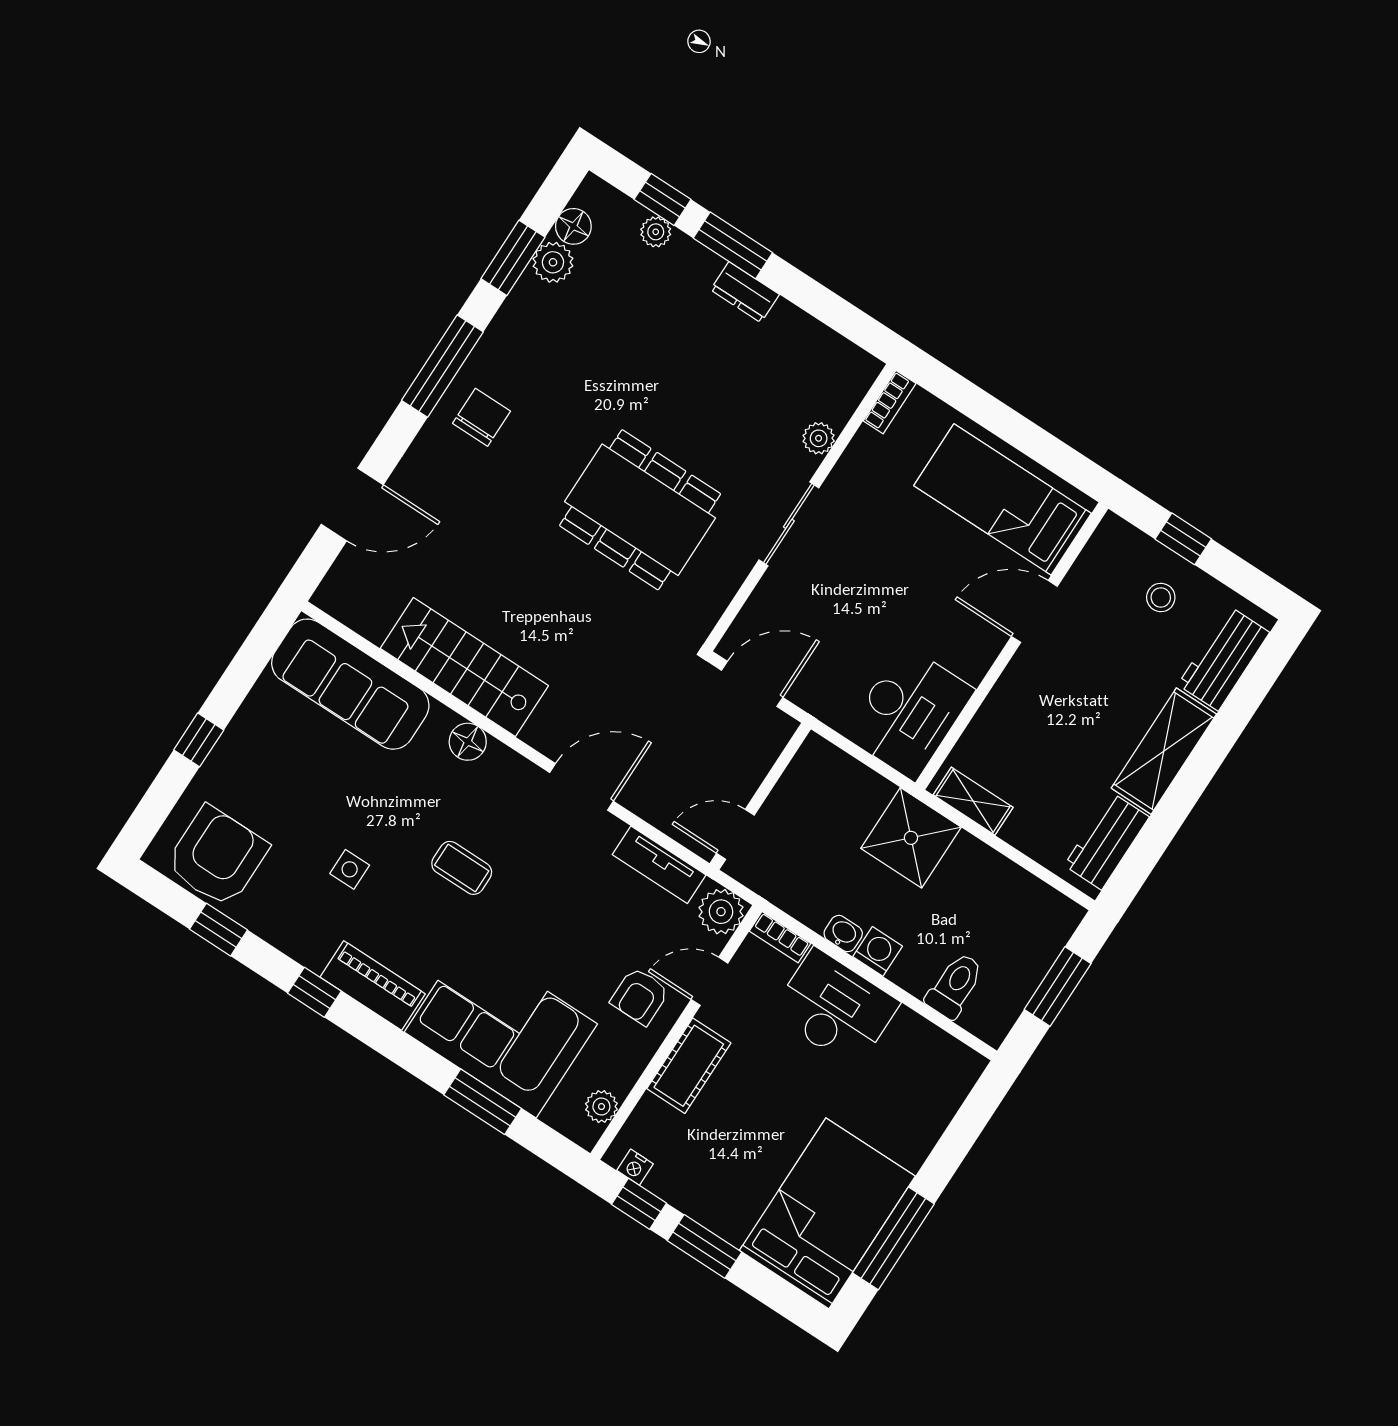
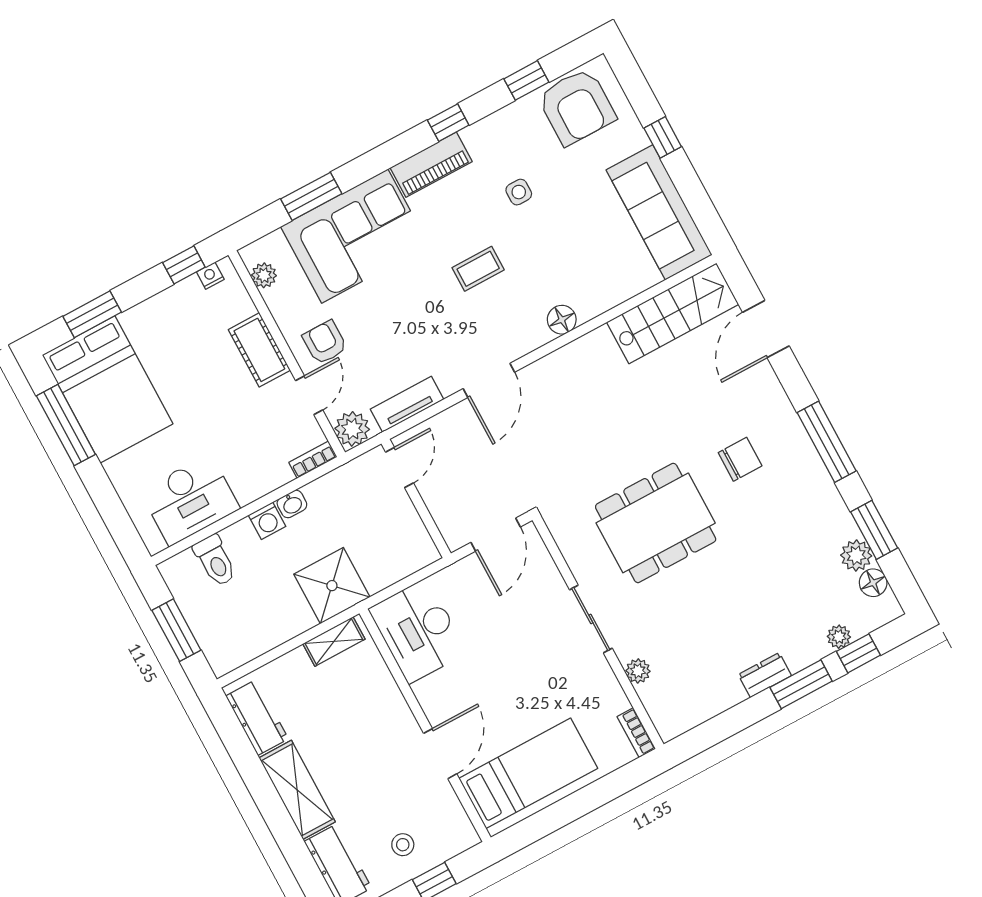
chair: (482, 417) -> (740, 459), moved, turned -90
stairs: (464, 667) -> (673, 313), moved
sofa: (350, 684) -> (659, 212), moved, turned -90
desk: (835, 1008) -> (190, 500), moved
window: (704, 1246) -> (92, 314), moved

